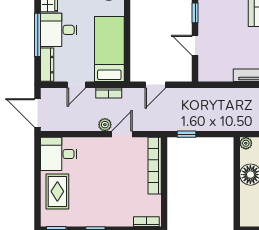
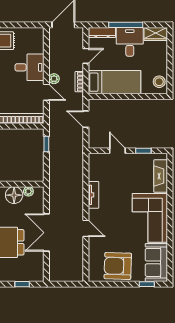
door: (195, 45) -> (117, 151), hinge flipped
door: (76, 85) -> (86, 56), swing flipped
plant: (246, 143) -> (28, 191), moved
desk: (59, 154) -> (29, 67), moved, turned 90

